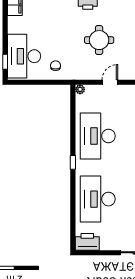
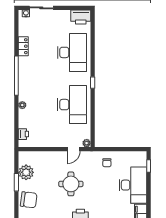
desk: (24, 56) -> (133, 185), moved
door: (110, 82) -> (74, 149), moved

